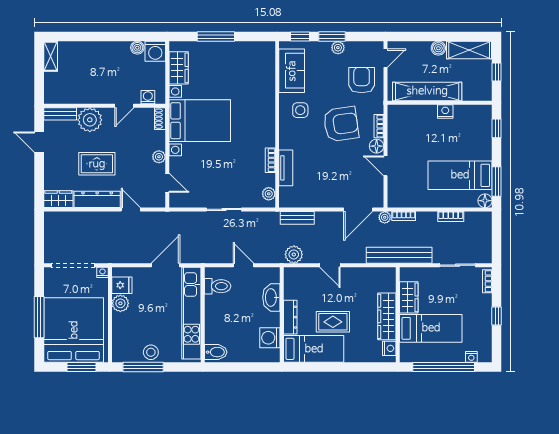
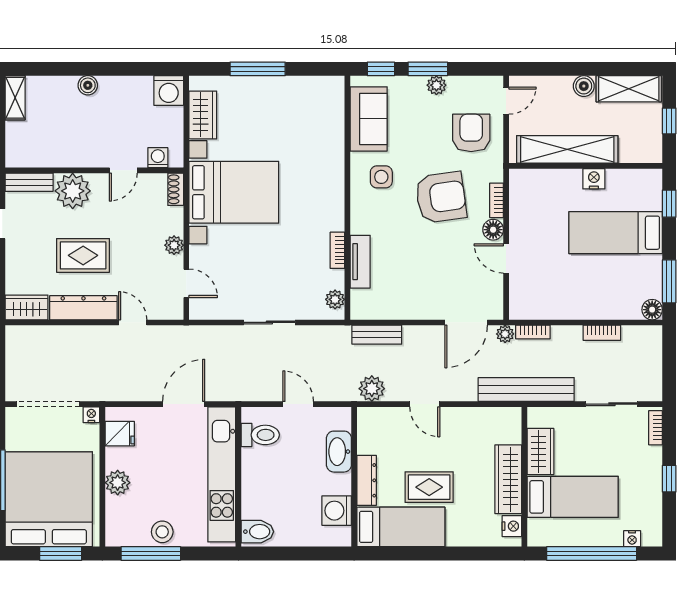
boiler: (137, 48) -> (88, 85), moved
bed: (460, 175) -> (616, 233), moved
plant: (120, 303) -> (118, 483), moved

